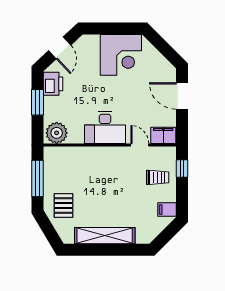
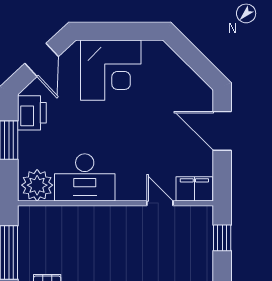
corner desk: (121, 55) -> (111, 70), moved
desk: (105, 128) -> (85, 177), moved
trolley: (158, 177) -> (186, 251), removed

